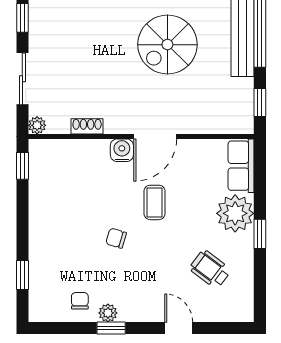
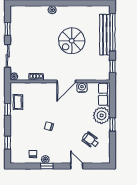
water cooler: (122, 150) -> (82, 87), moved
window: (22, 166) -> (8, 109), moved
coffee table: (155, 202) -> (18, 102), moved

